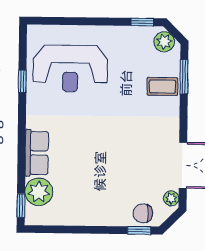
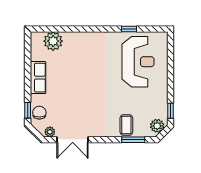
reception desk: (70, 68) -> (138, 62), turned 180
row of seats: (37, 153) -> (38, 78), moved, turned -90
window: (21, 205) -> (44, 29), removed

